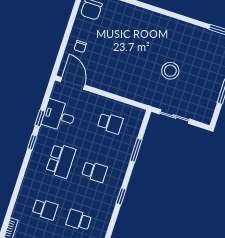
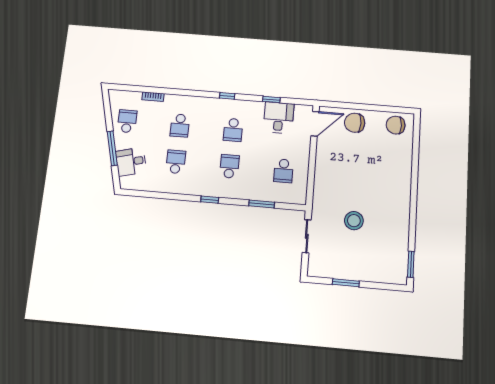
chair: (80, 46) -> (355, 123), width x1.87, depth x1.87
window: (32, 142) -> (227, 96), moved
school desk: (61, 161) -> (233, 130), width x0.54
school desk: (94, 172) -> (229, 166), turned 180

